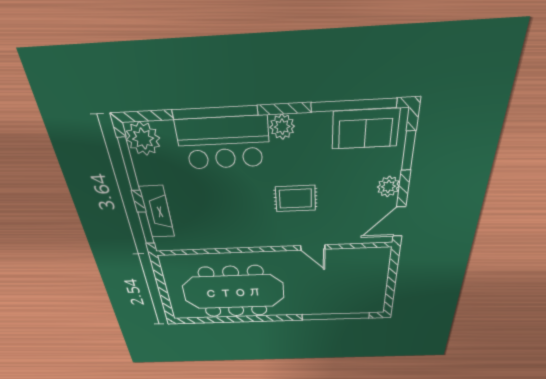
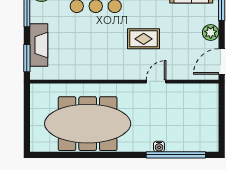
door: (313, 247) -> (156, 82), swing flipped
water cooler: (317, 310) -> (159, 147), added

